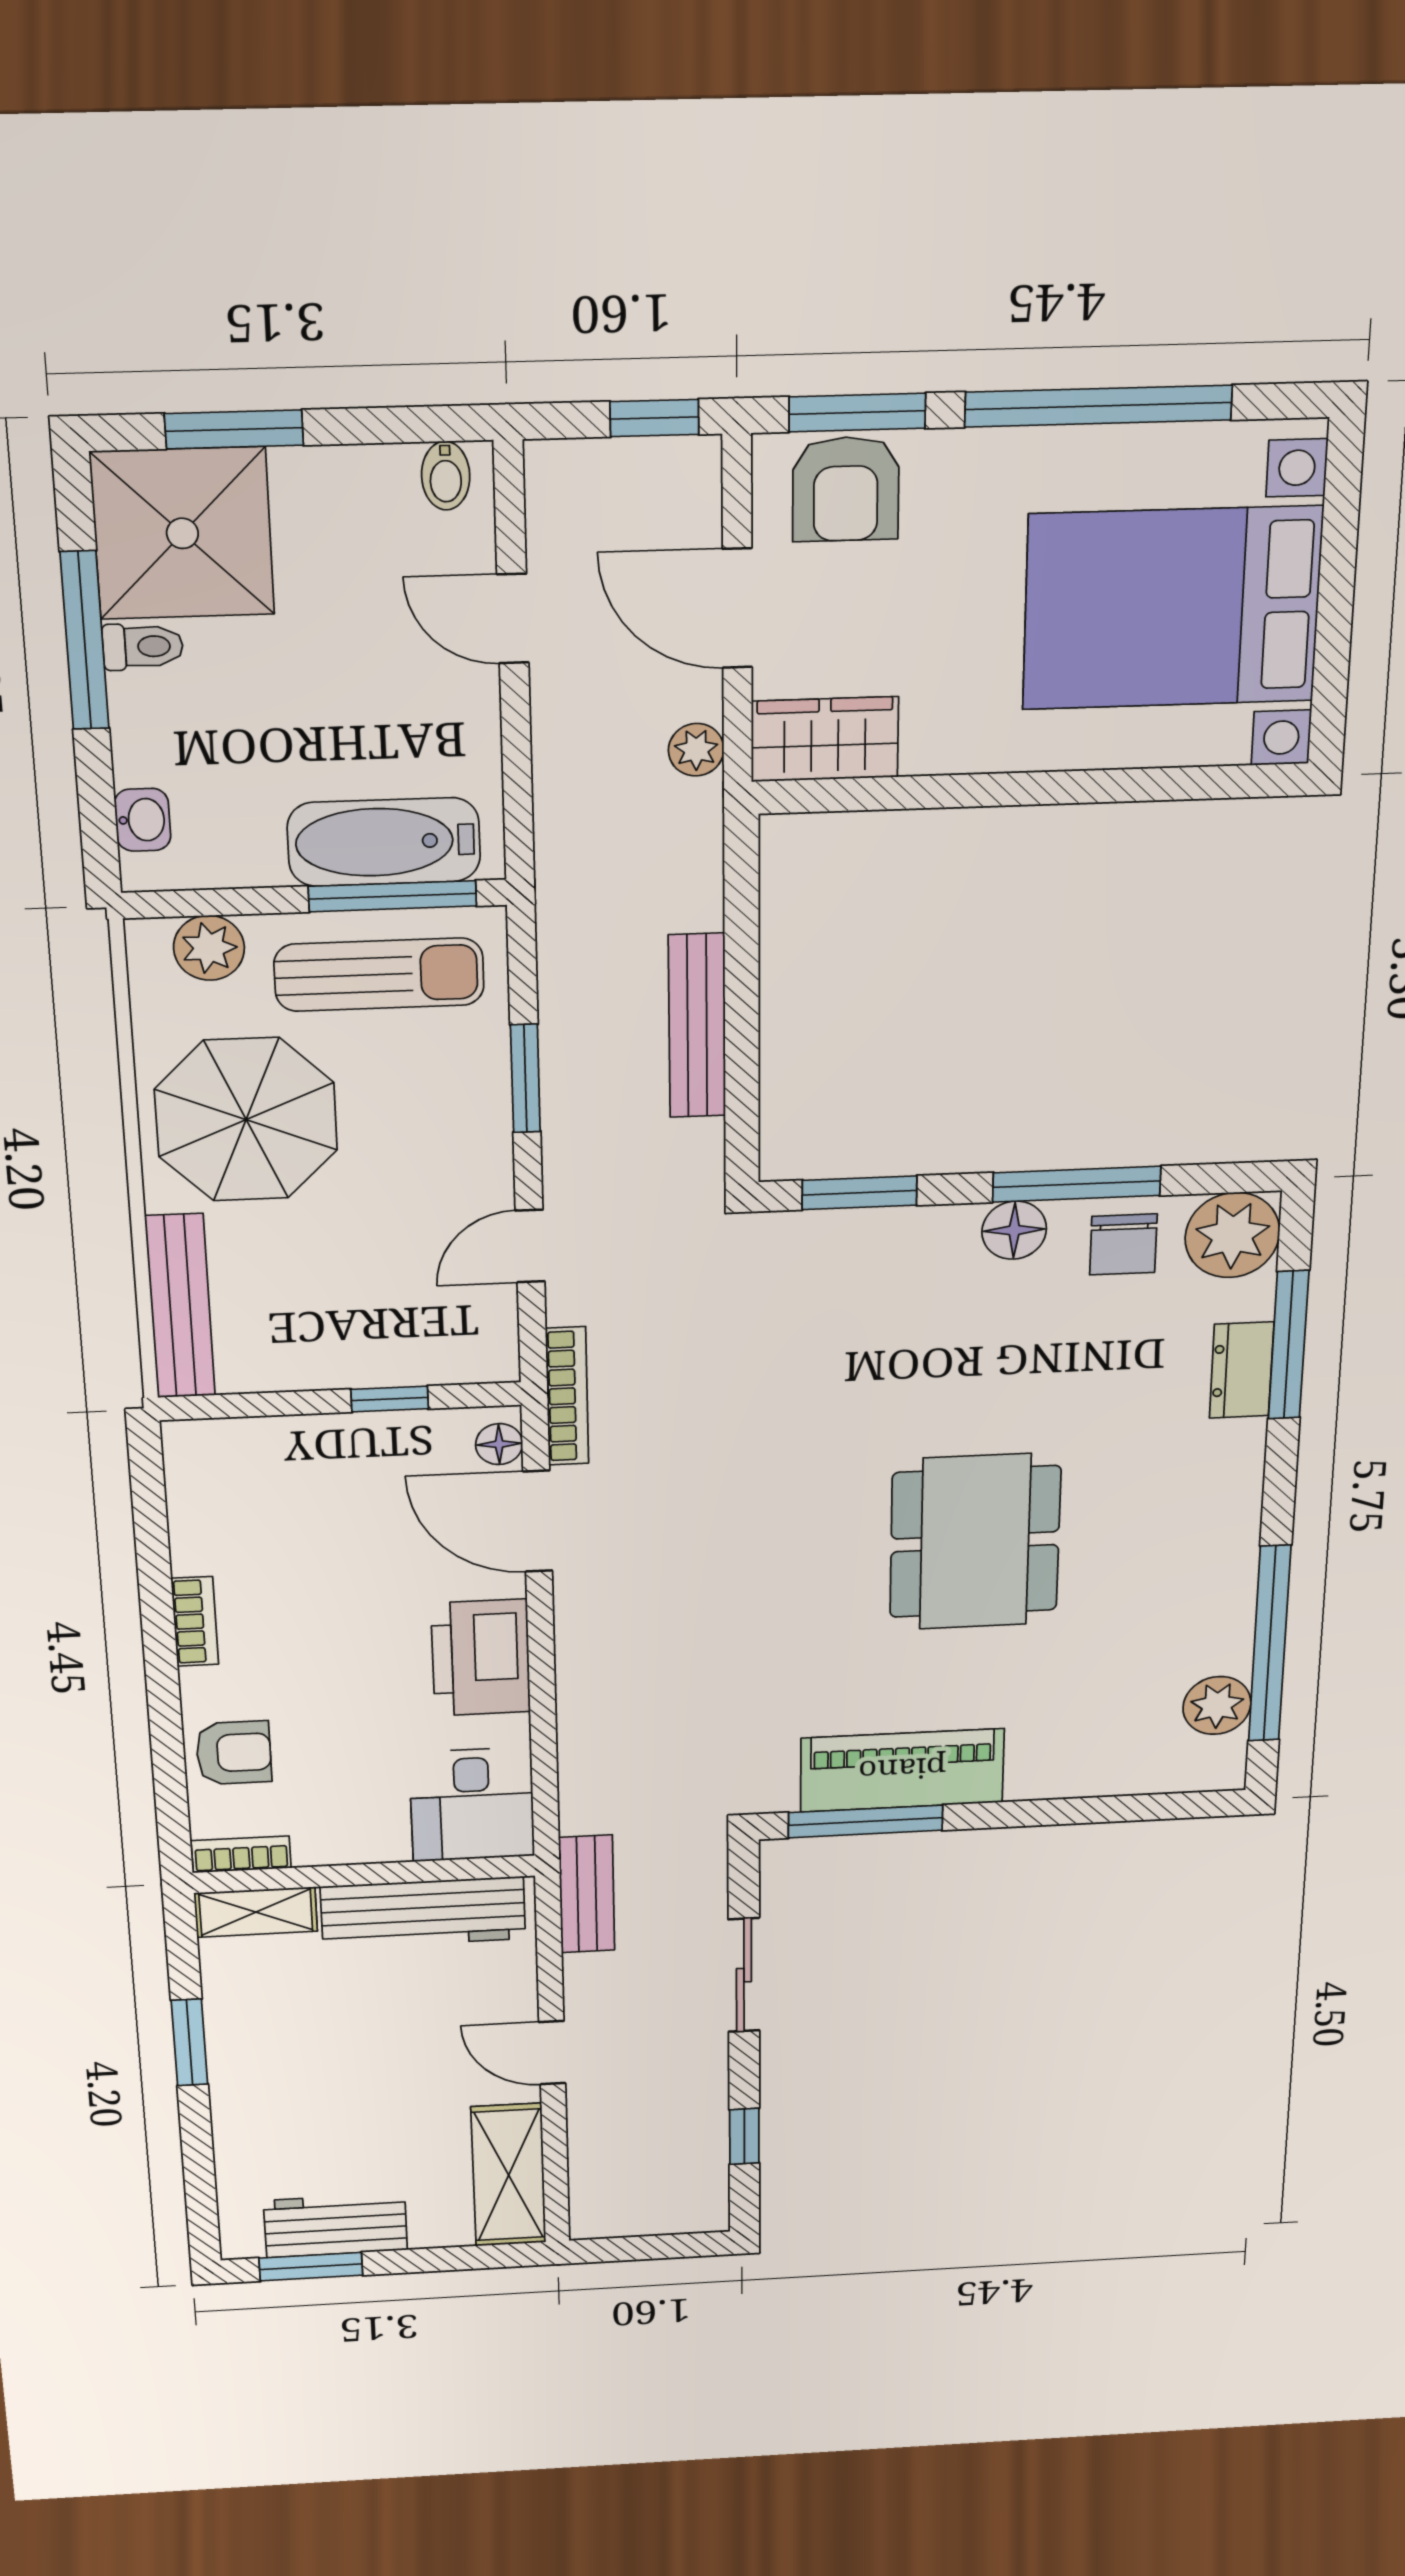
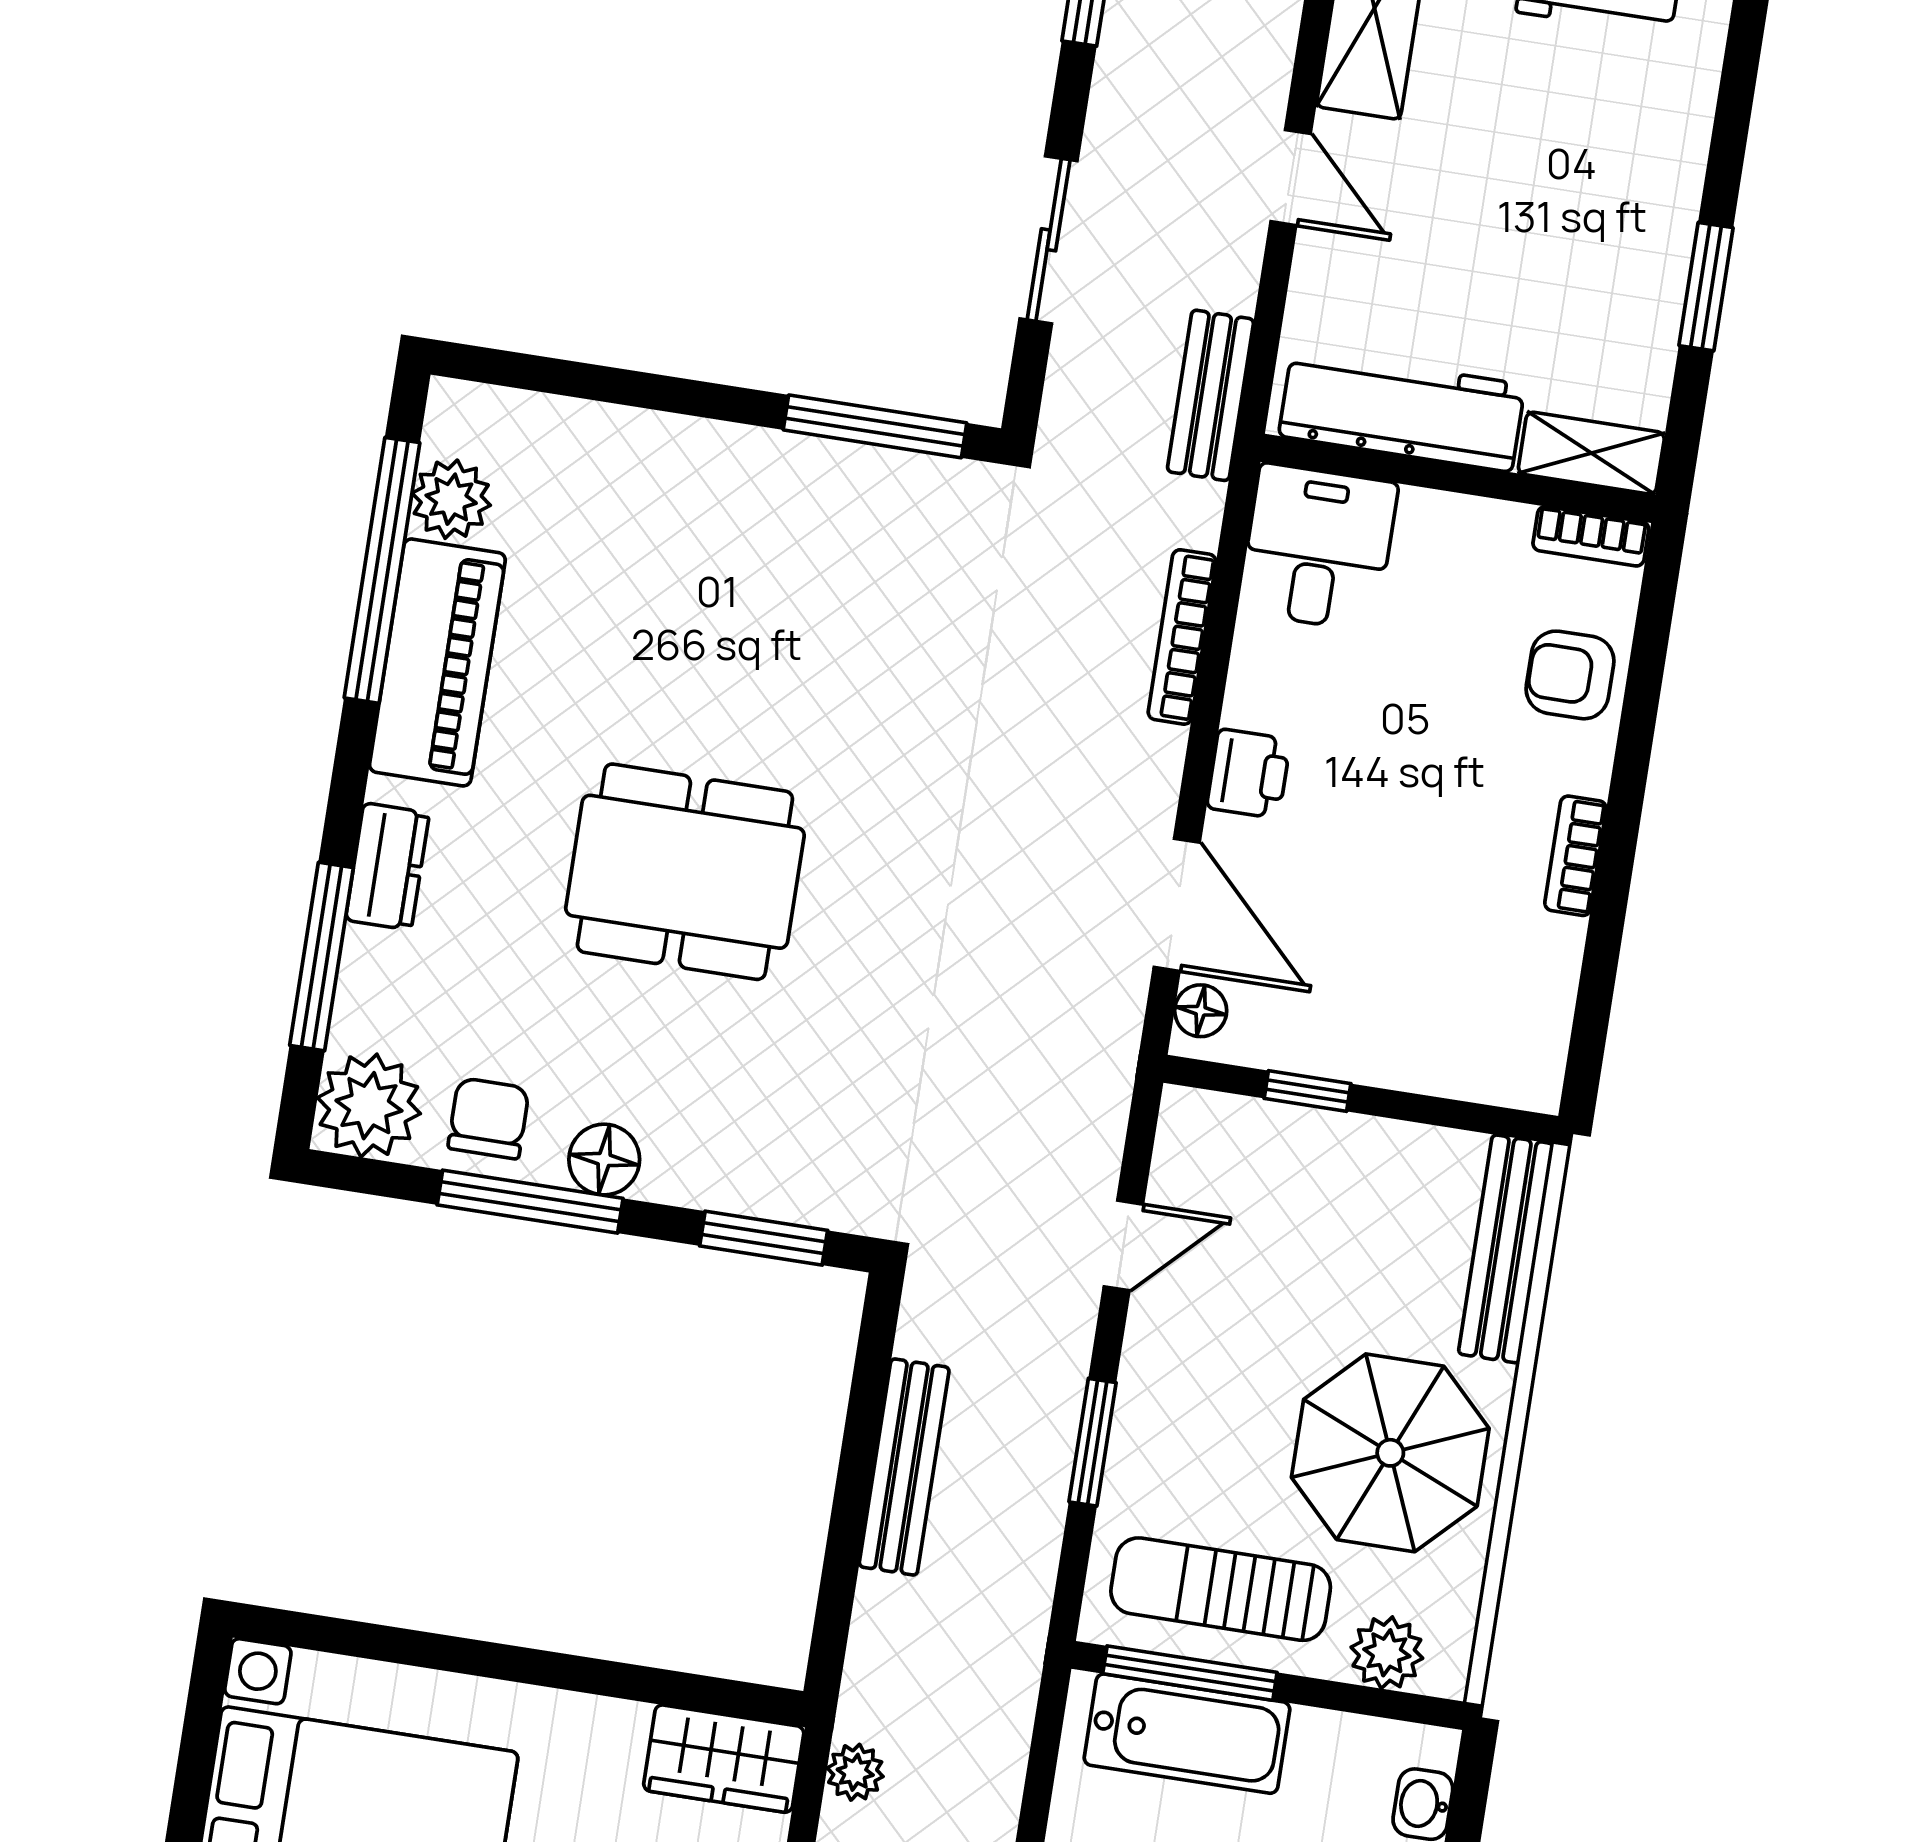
dresser: (1242, 1370) -> (387, 866), moved
bookcase: (567, 1396) -> (1182, 637), moved
dining table: (975, 1542) -> (685, 872), moved, turned 90
printer: (481, 1658) -> (1249, 774), width x0.53, depth x0.68
piano: (902, 1770) -> (437, 662), moved, turned -90

